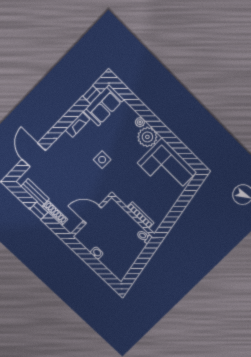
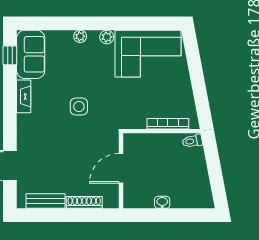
plant: (147, 137) -> (107, 37), width x0.53, depth x0.53
window: (39, 211) -> (66, 215), removed

